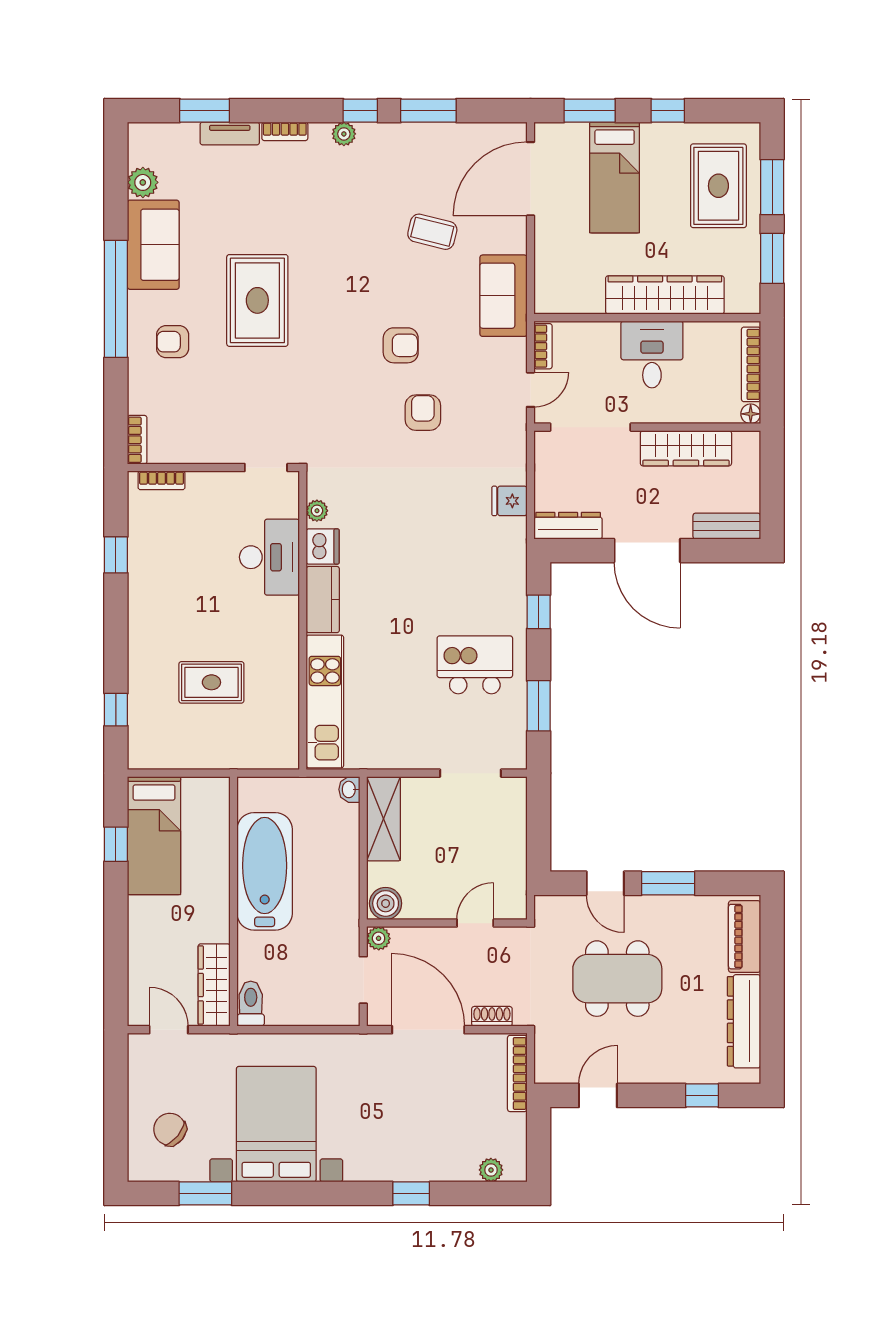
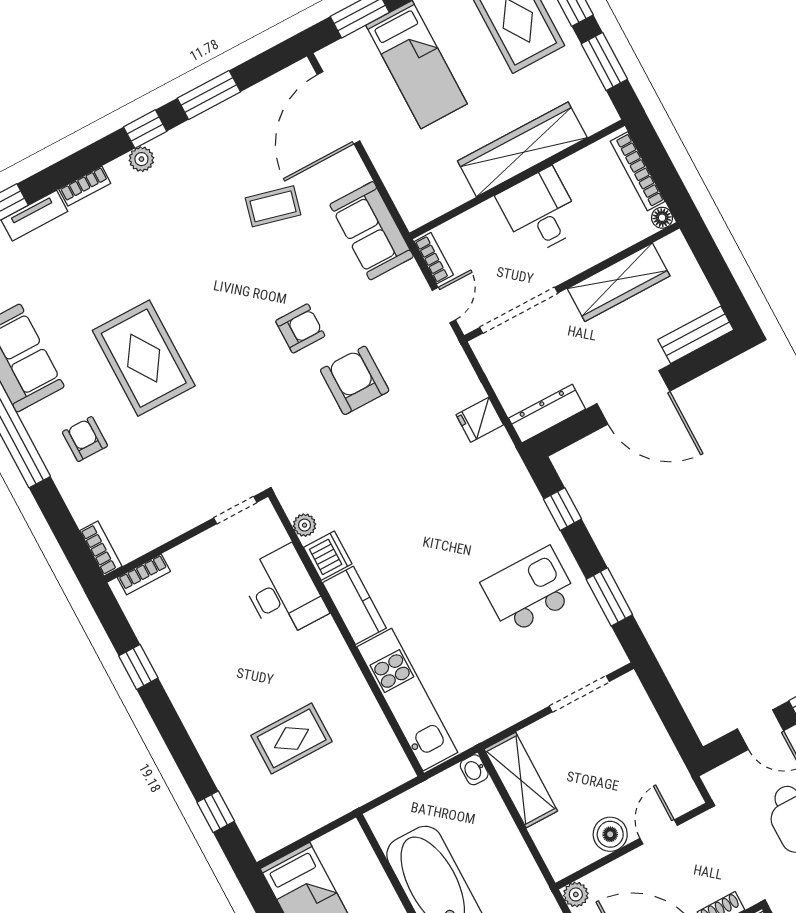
armchair: (173, 342) -> (85, 439), turned 90
armchair: (423, 413) -> (355, 380), width x1.38, depth x1.38
boiler: (386, 903) -> (610, 834), moved

